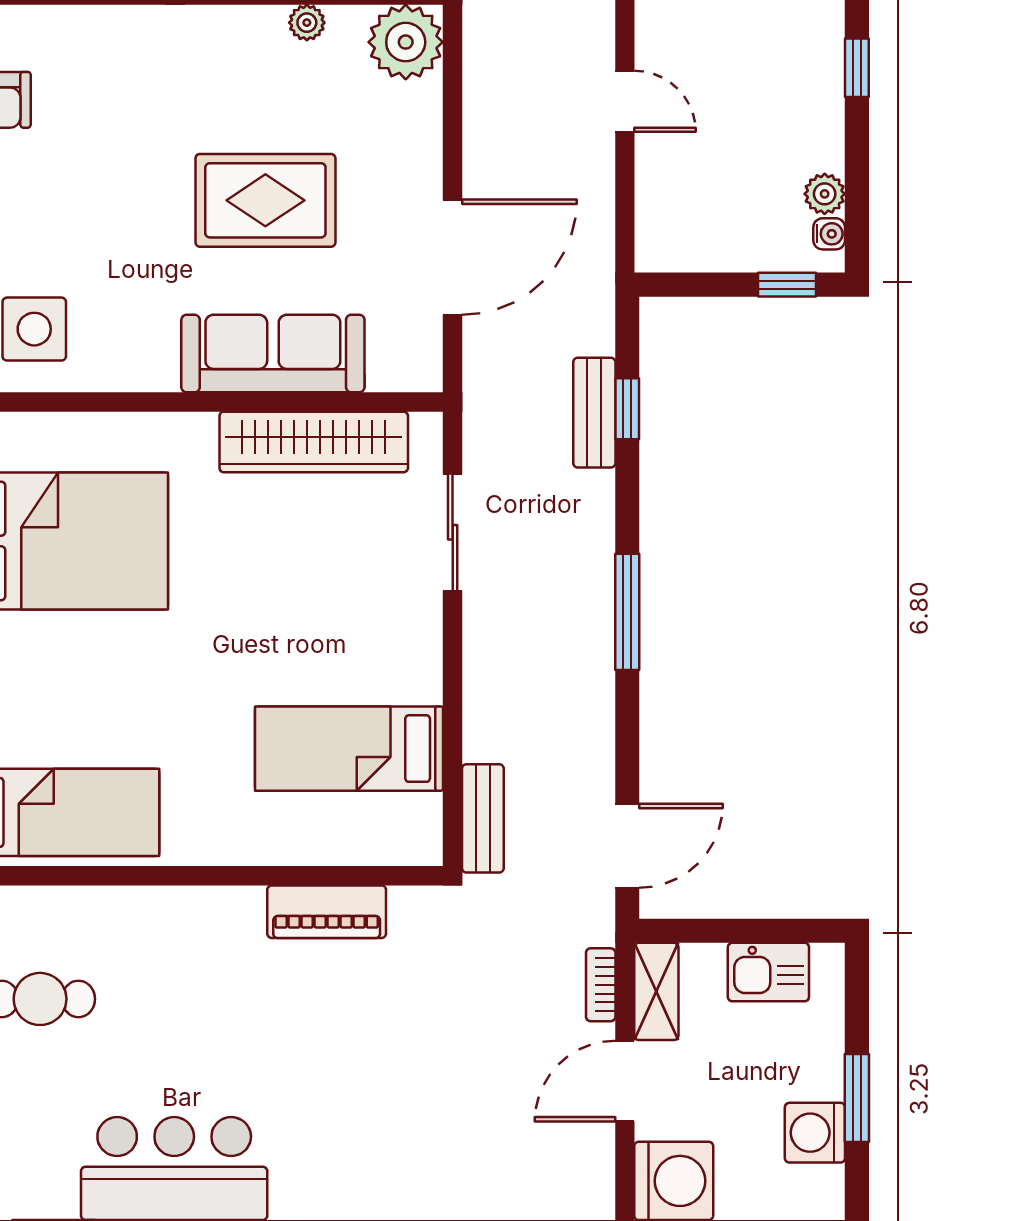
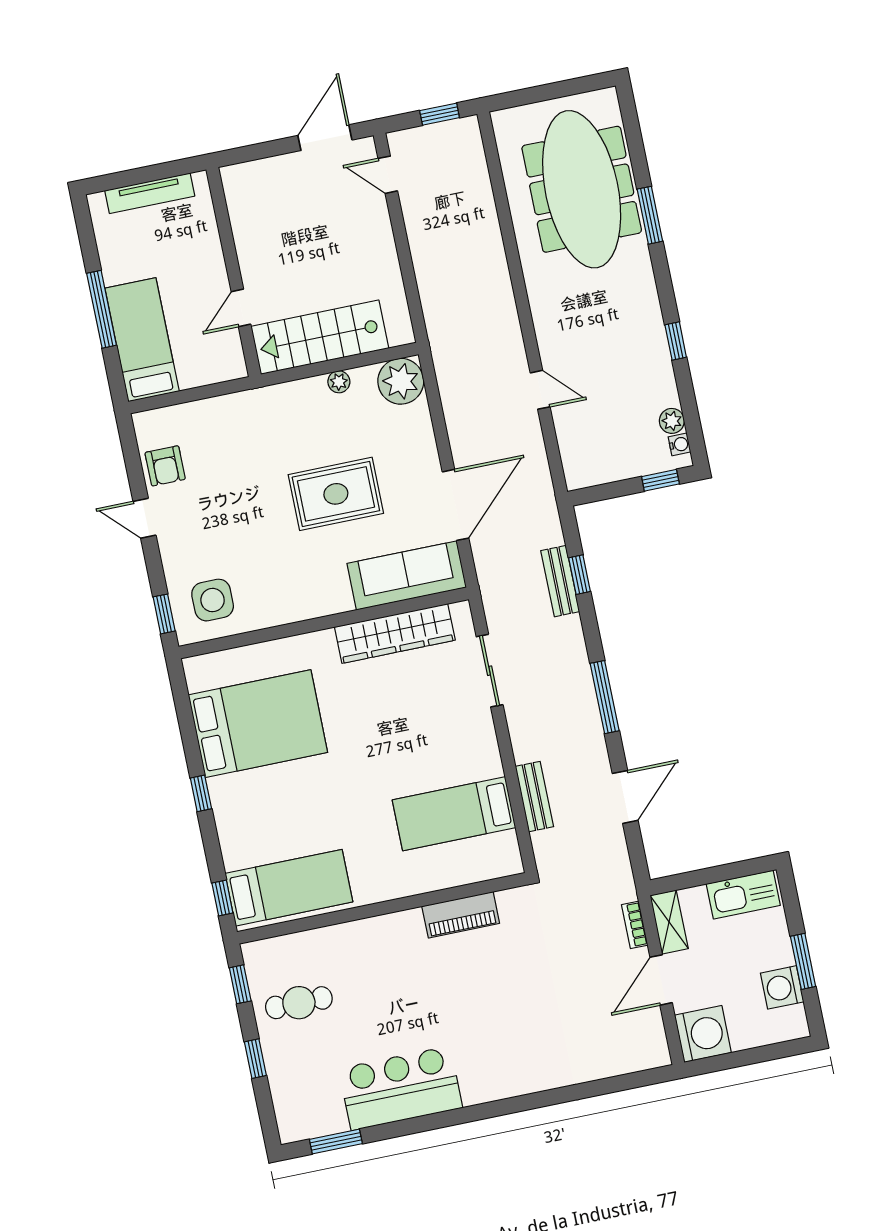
sofa: (273, 353) -> (407, 576), moved
bench: (483, 818) -> (534, 797), moved
door: (627, 846) -> (625, 797), moved
kitchen sink: (768, 972) -> (743, 895), width x1.38

